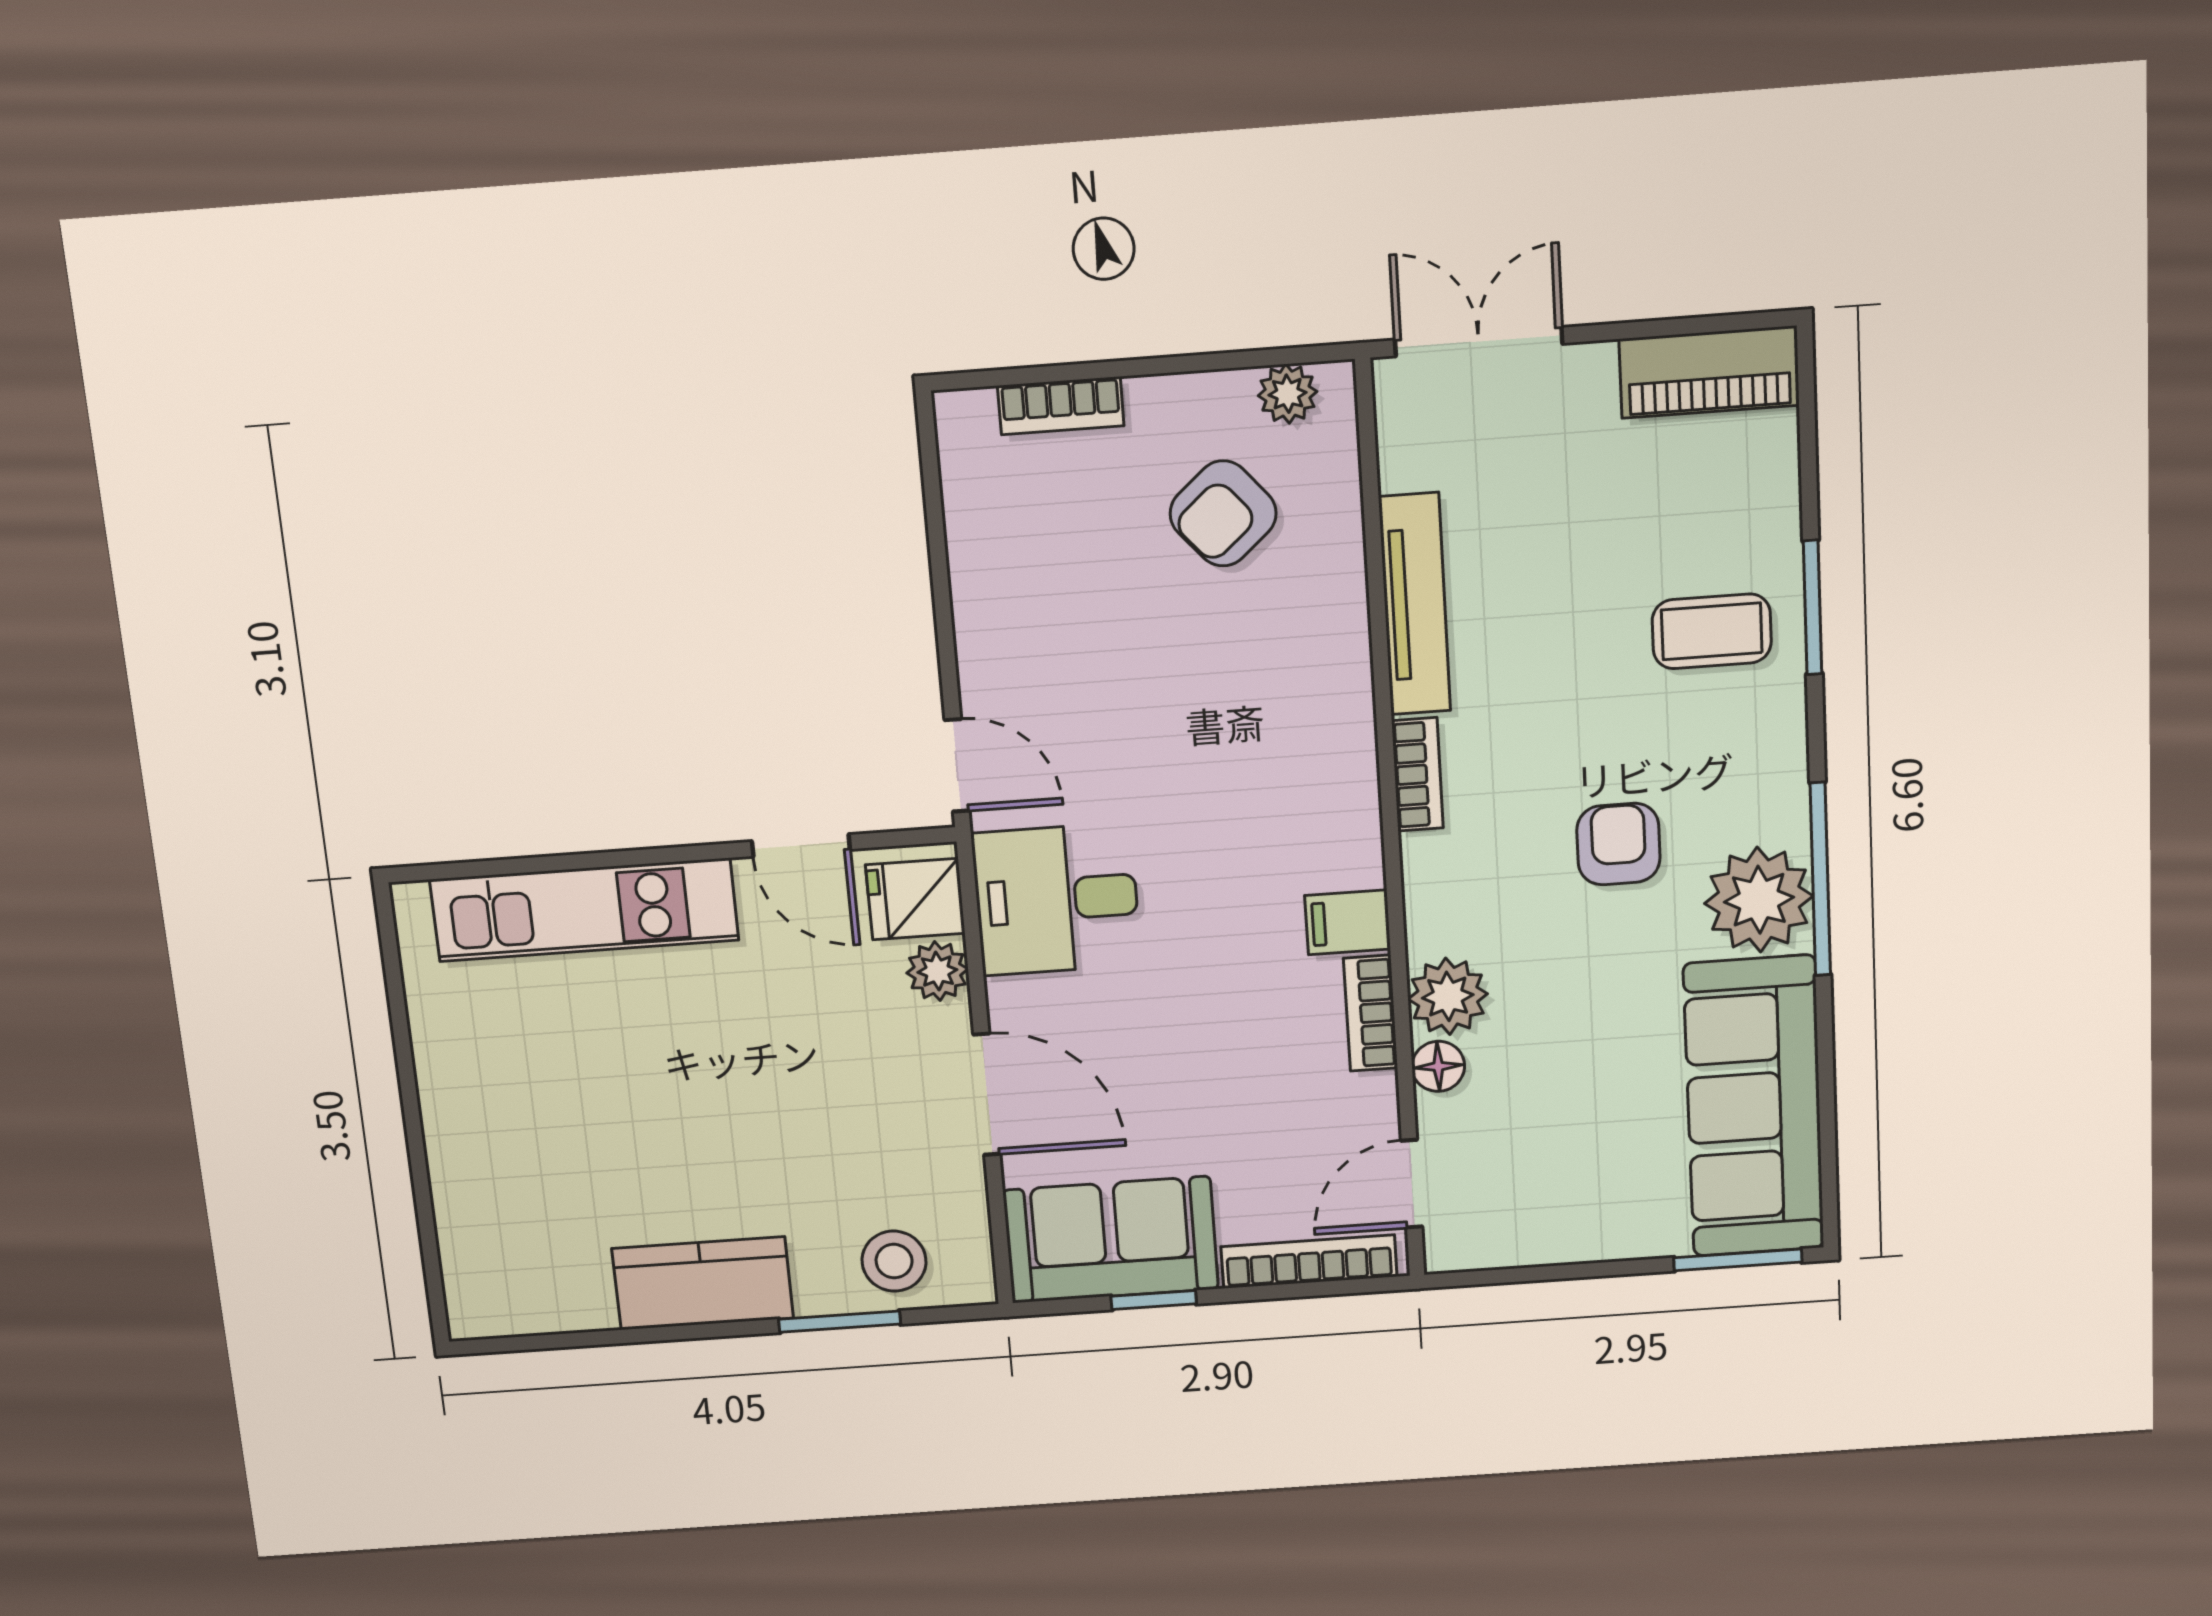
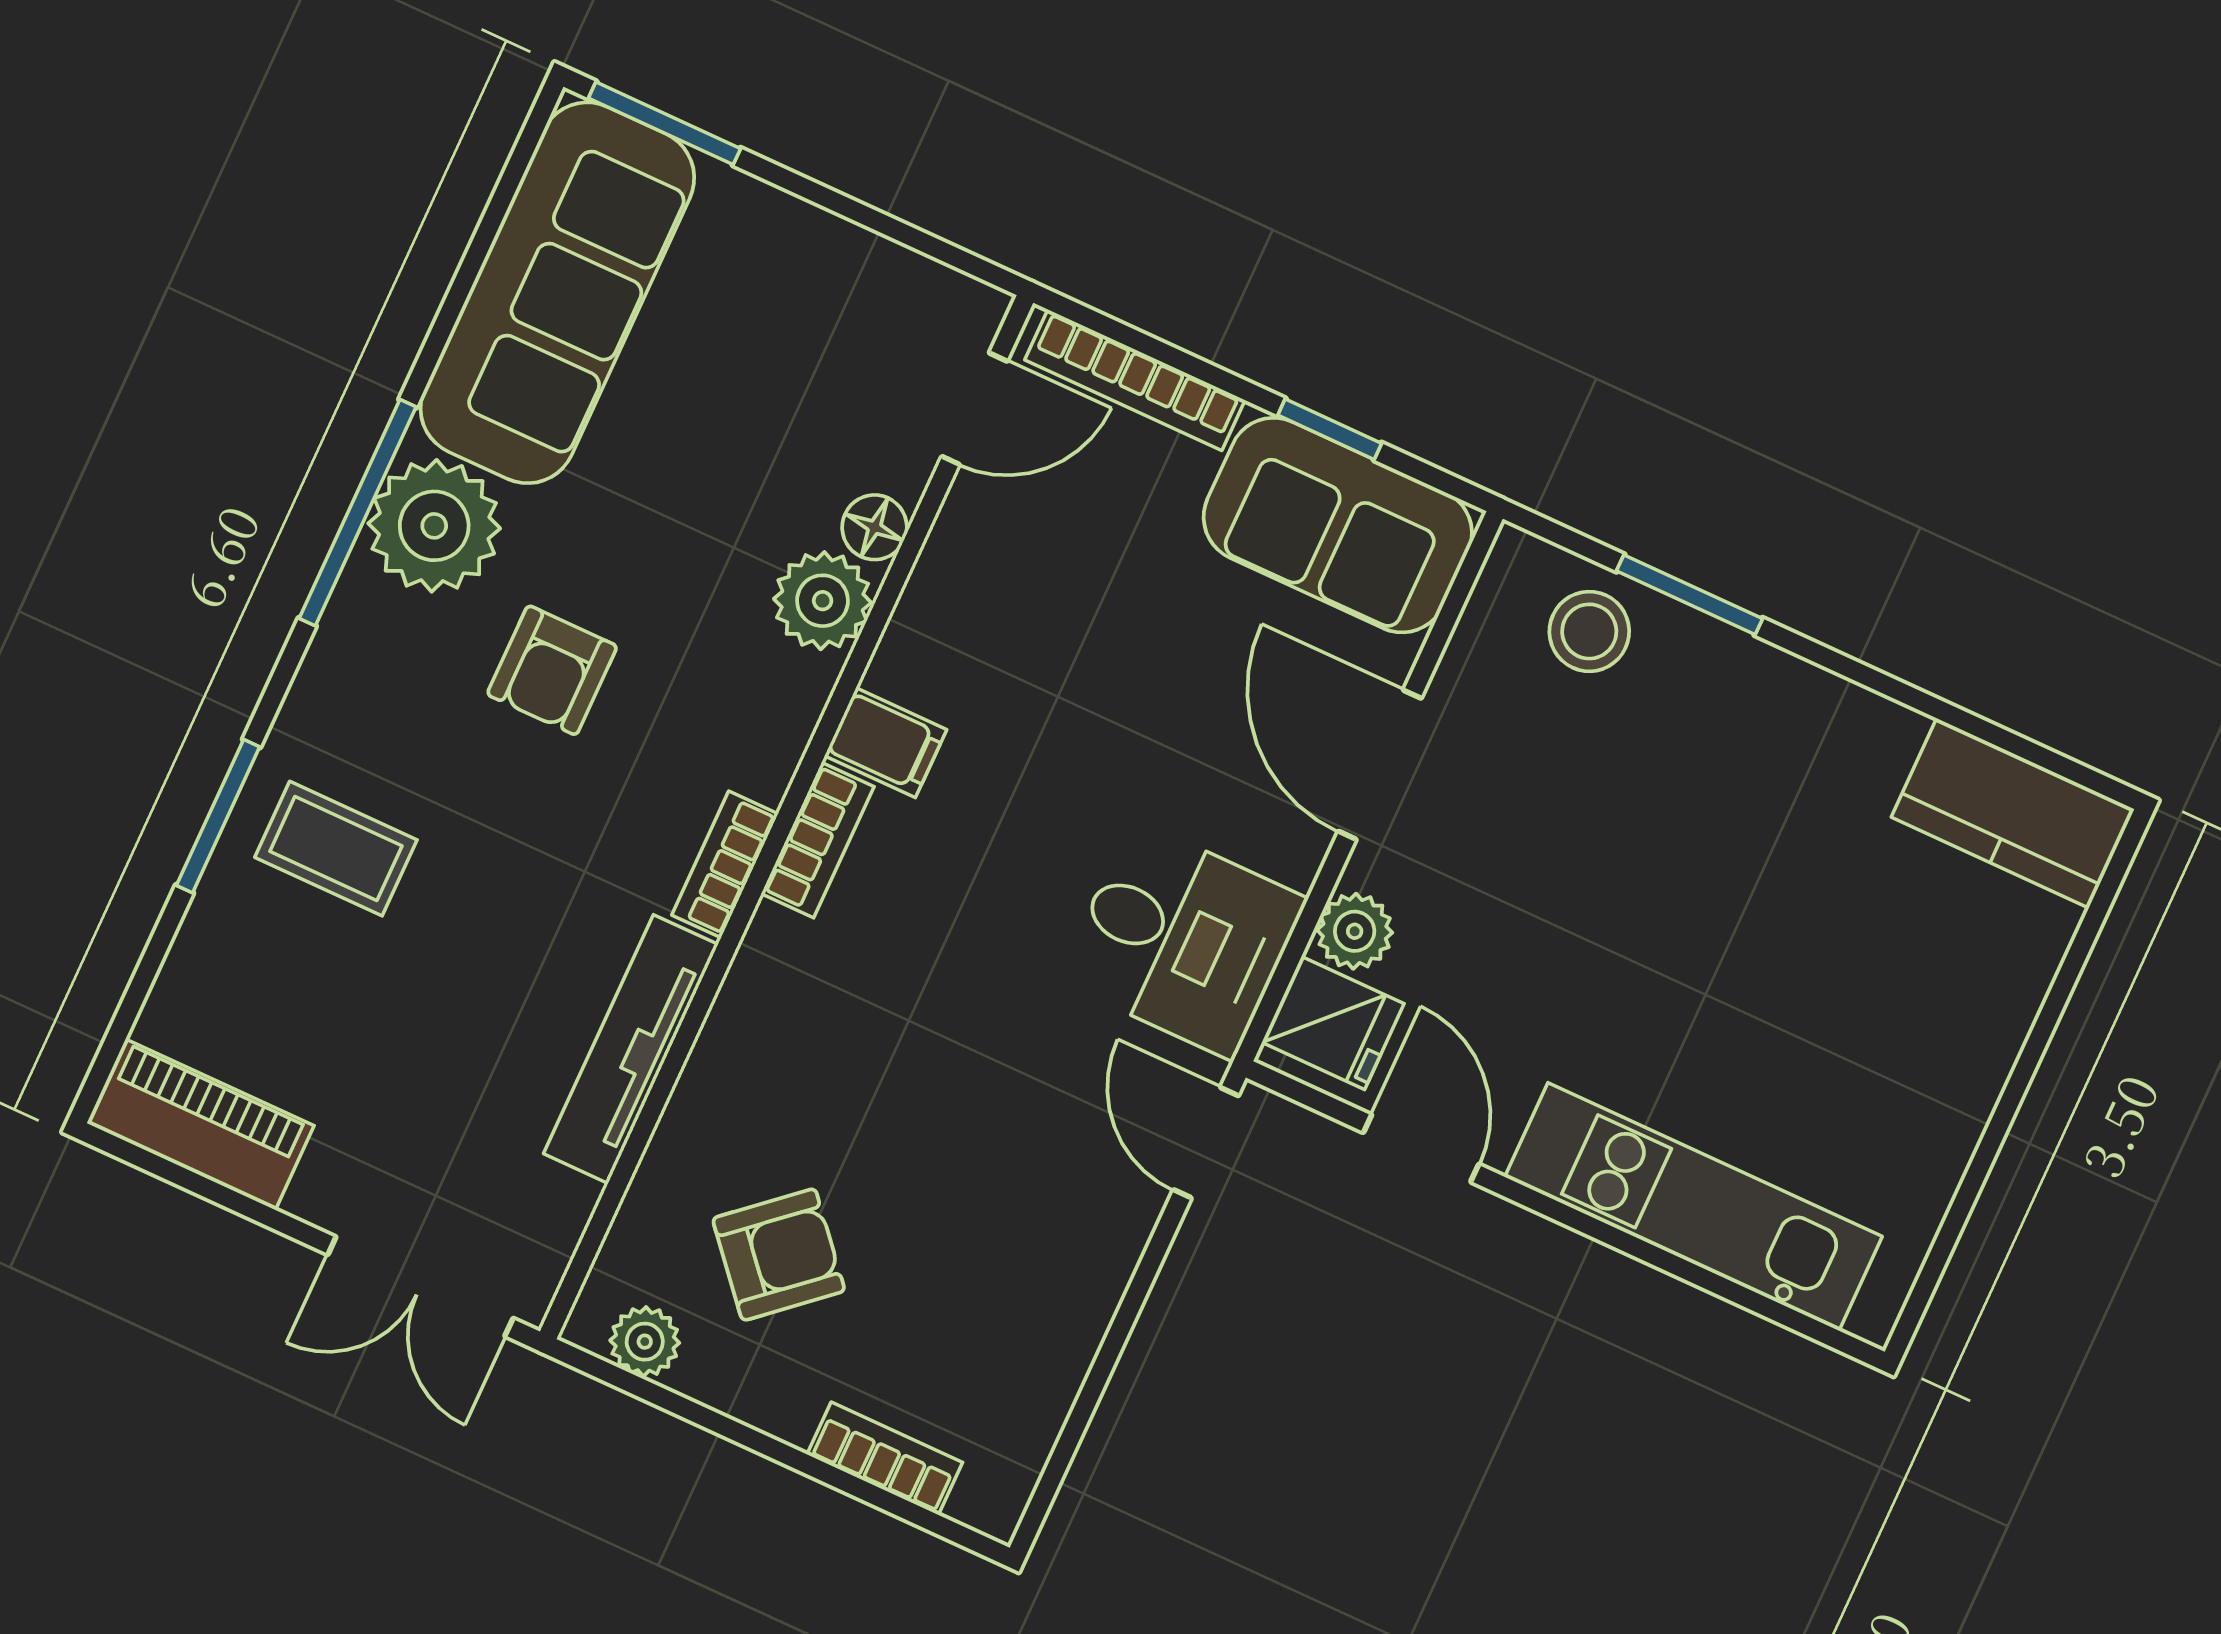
bookcase: (1371, 1013) -> (818, 840), moved
kitchen counter: (703, 1283) -> (2013, 813), moved

